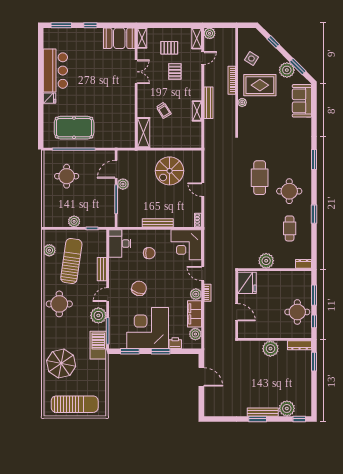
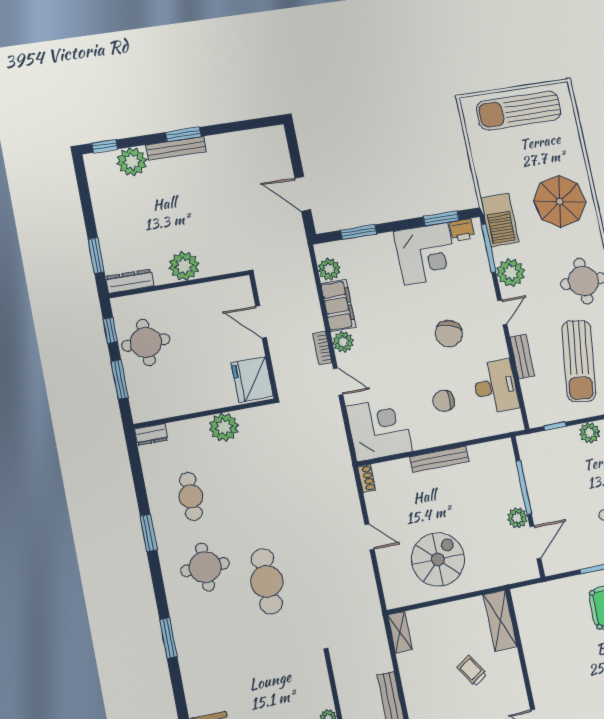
shelving: (197, 111) -> (400, 632), moved
desk: (120, 244) -> (496, 387), moved
corner desk: (148, 328) -> (426, 254), width x0.74, depth x0.74
printer: (175, 343) -> (462, 230), moved
window: (161, 351) -> (359, 232), moved
parasol: (61, 363) -> (560, 201), moved

